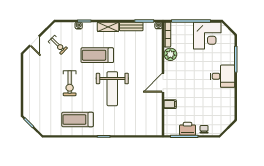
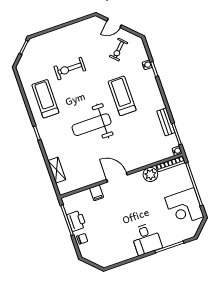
shelving: (108, 27) -> (57, 170), moved
exercise bike: (70, 83) -> (70, 69), moved

